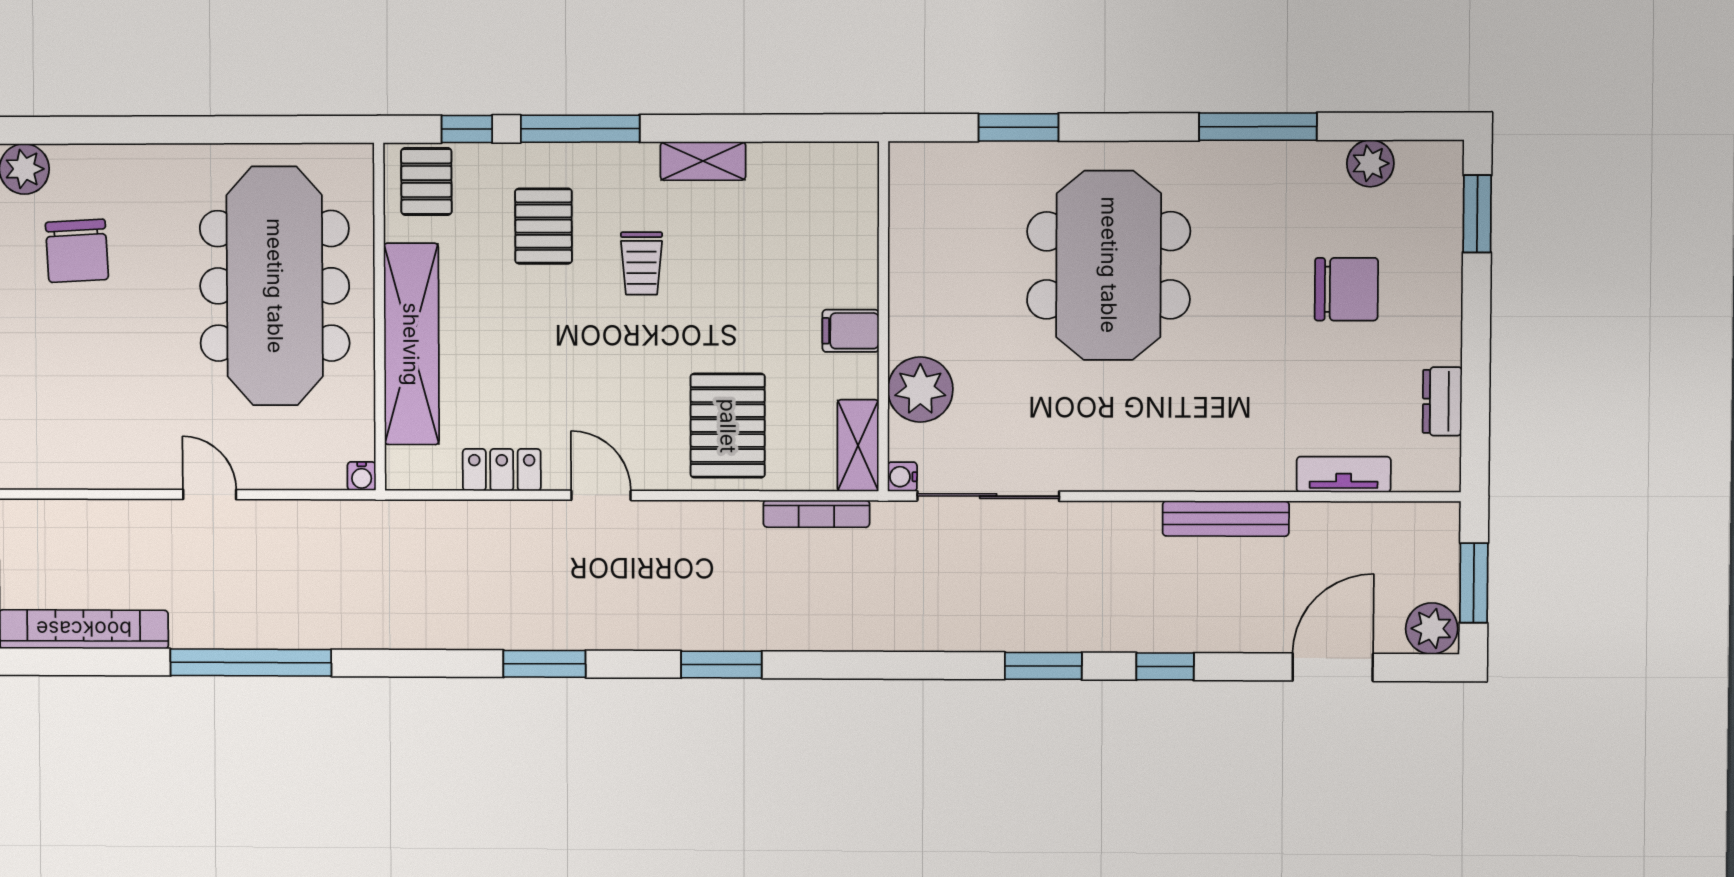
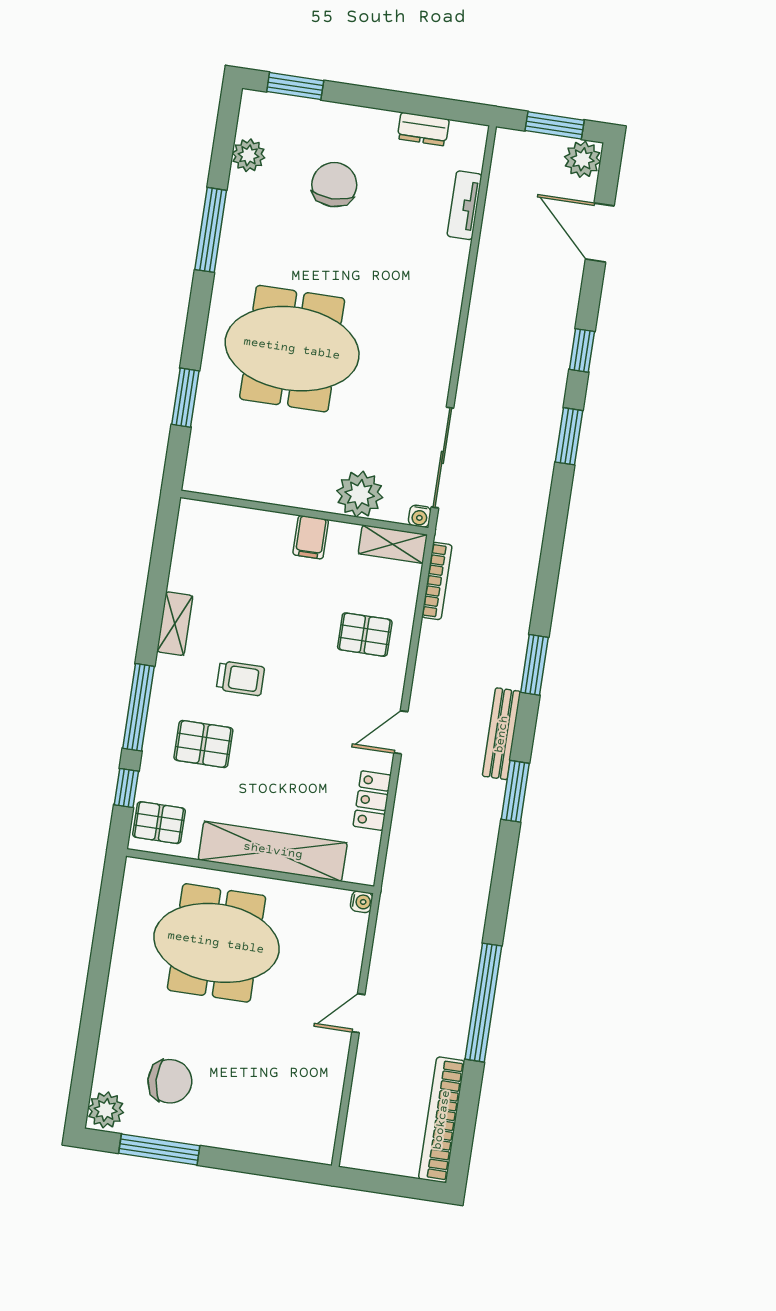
meeting table: (275, 286) -> (216, 943), width x0.73
pallet: (728, 426) -> (365, 635), width x0.67, depth x0.71
bench: (1226, 519) -> (502, 734), moved

